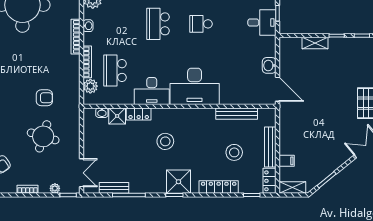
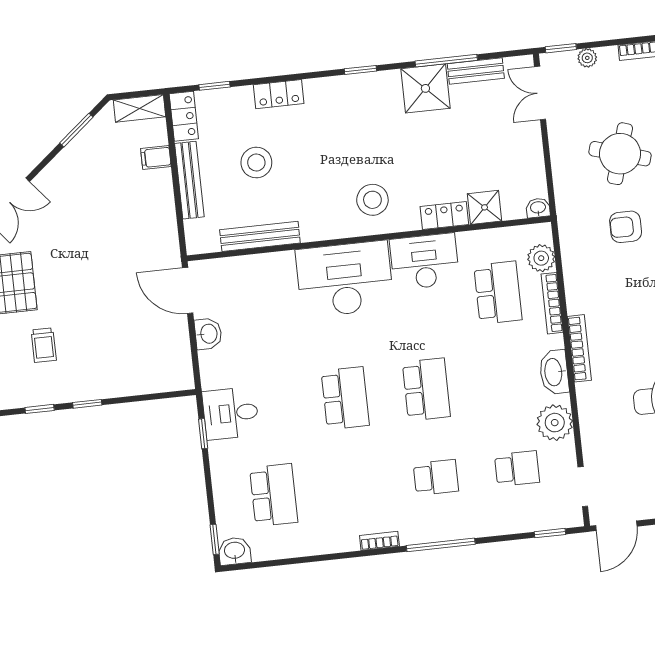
school desk: (201, 24) -> (345, 398), width x1.85
washbasin: (88, 26) -> (554, 372), width x1.91, depth x1.45
shelving: (315, 43) -> (126, 385), removed
trolley: (356, 69) -> (44, 345), added
washbasin: (102, 113) -> (538, 208), moved
stool: (165, 141) -> (372, 200), moved
shower: (178, 182) -> (425, 88), moved
locker: (219, 187) -> (279, 94), width x0.66

